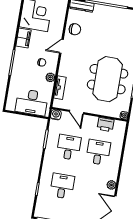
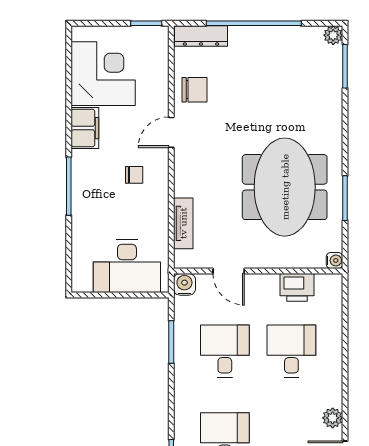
plant: (50, 77) -> (159, 205), removed

